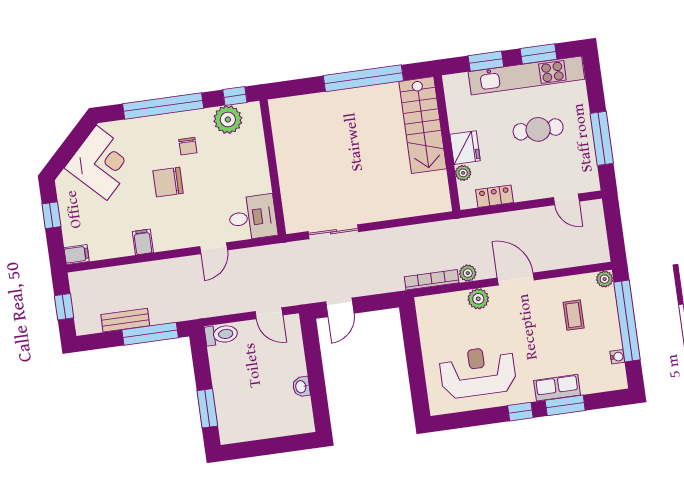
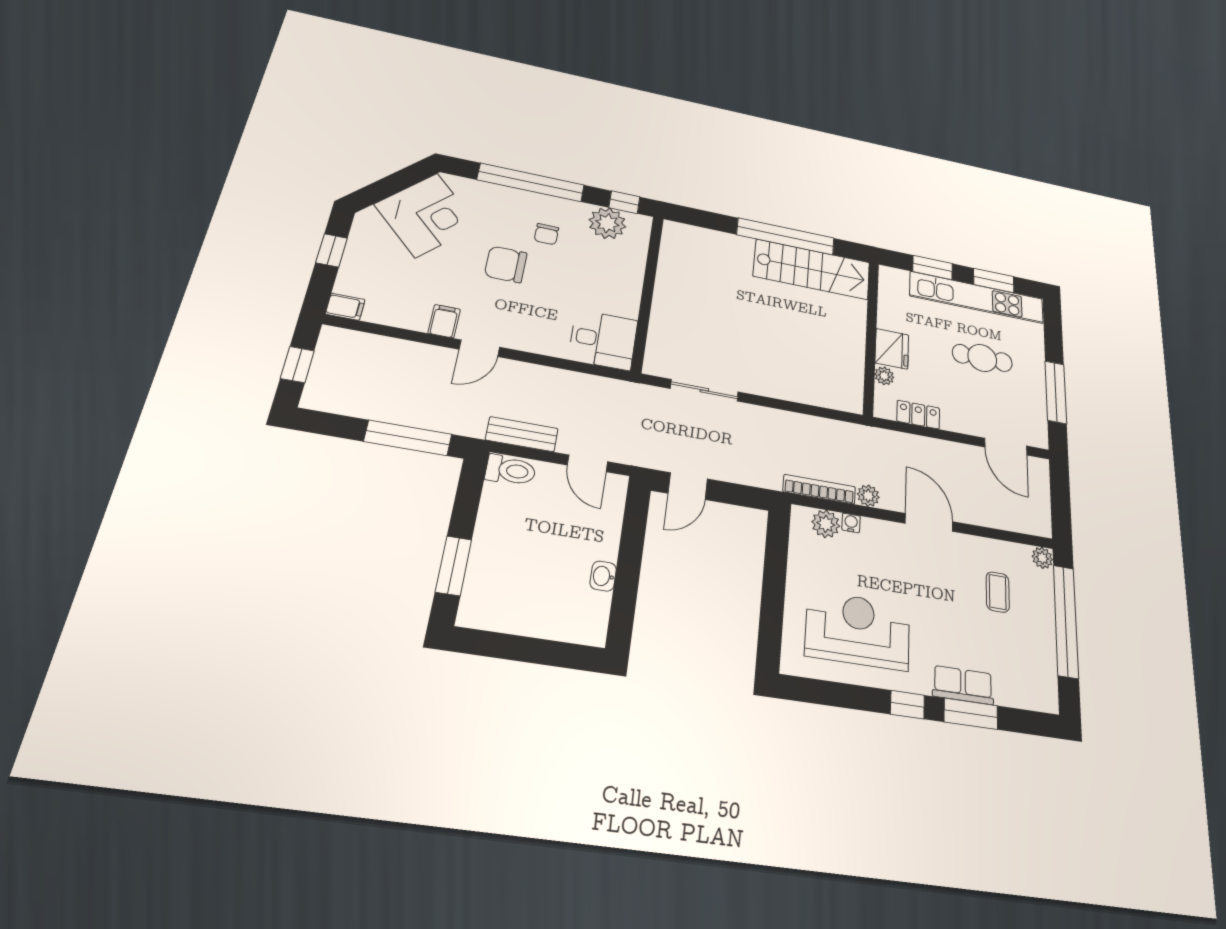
stairs: (423, 125) -> (812, 269), moved, turned -90
door: (566, 199) -> (1006, 447), width x1.38
door: (214, 248) -> (479, 348), moved
plant: (478, 299) -> (826, 524), moved
bench: (125, 320) -> (522, 434), moved
water cooler: (617, 357) -> (851, 523), moved, turned -90

